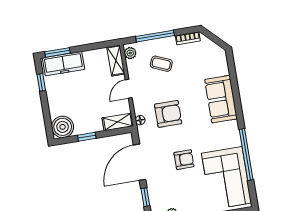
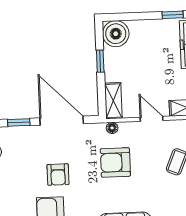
armchair: (168, 114) -> (115, 162), turned 90

